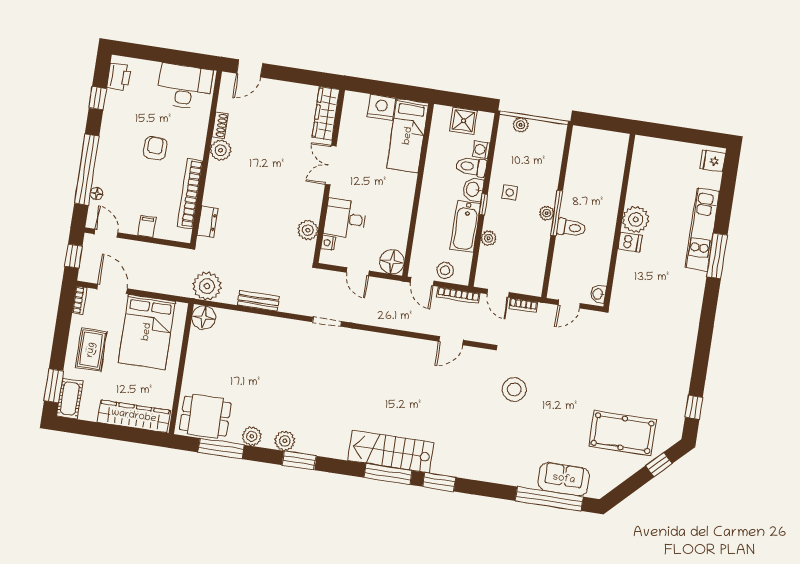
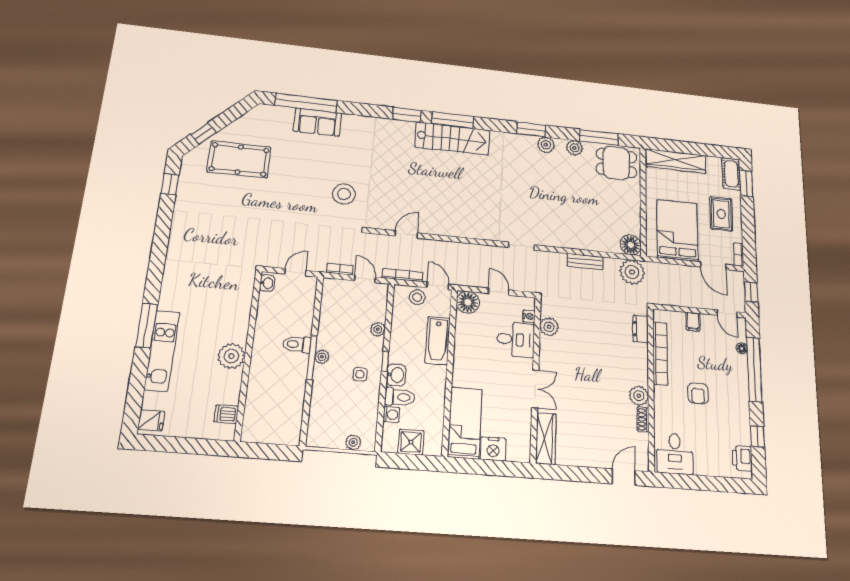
desk: (185, 86) -> (675, 454), width x0.73
bathtub: (465, 226) -> (438, 340), moved, turned 180
dishwasher: (630, 242) -> (226, 414), moved
sofa: (564, 479) -> (317, 122), moved

